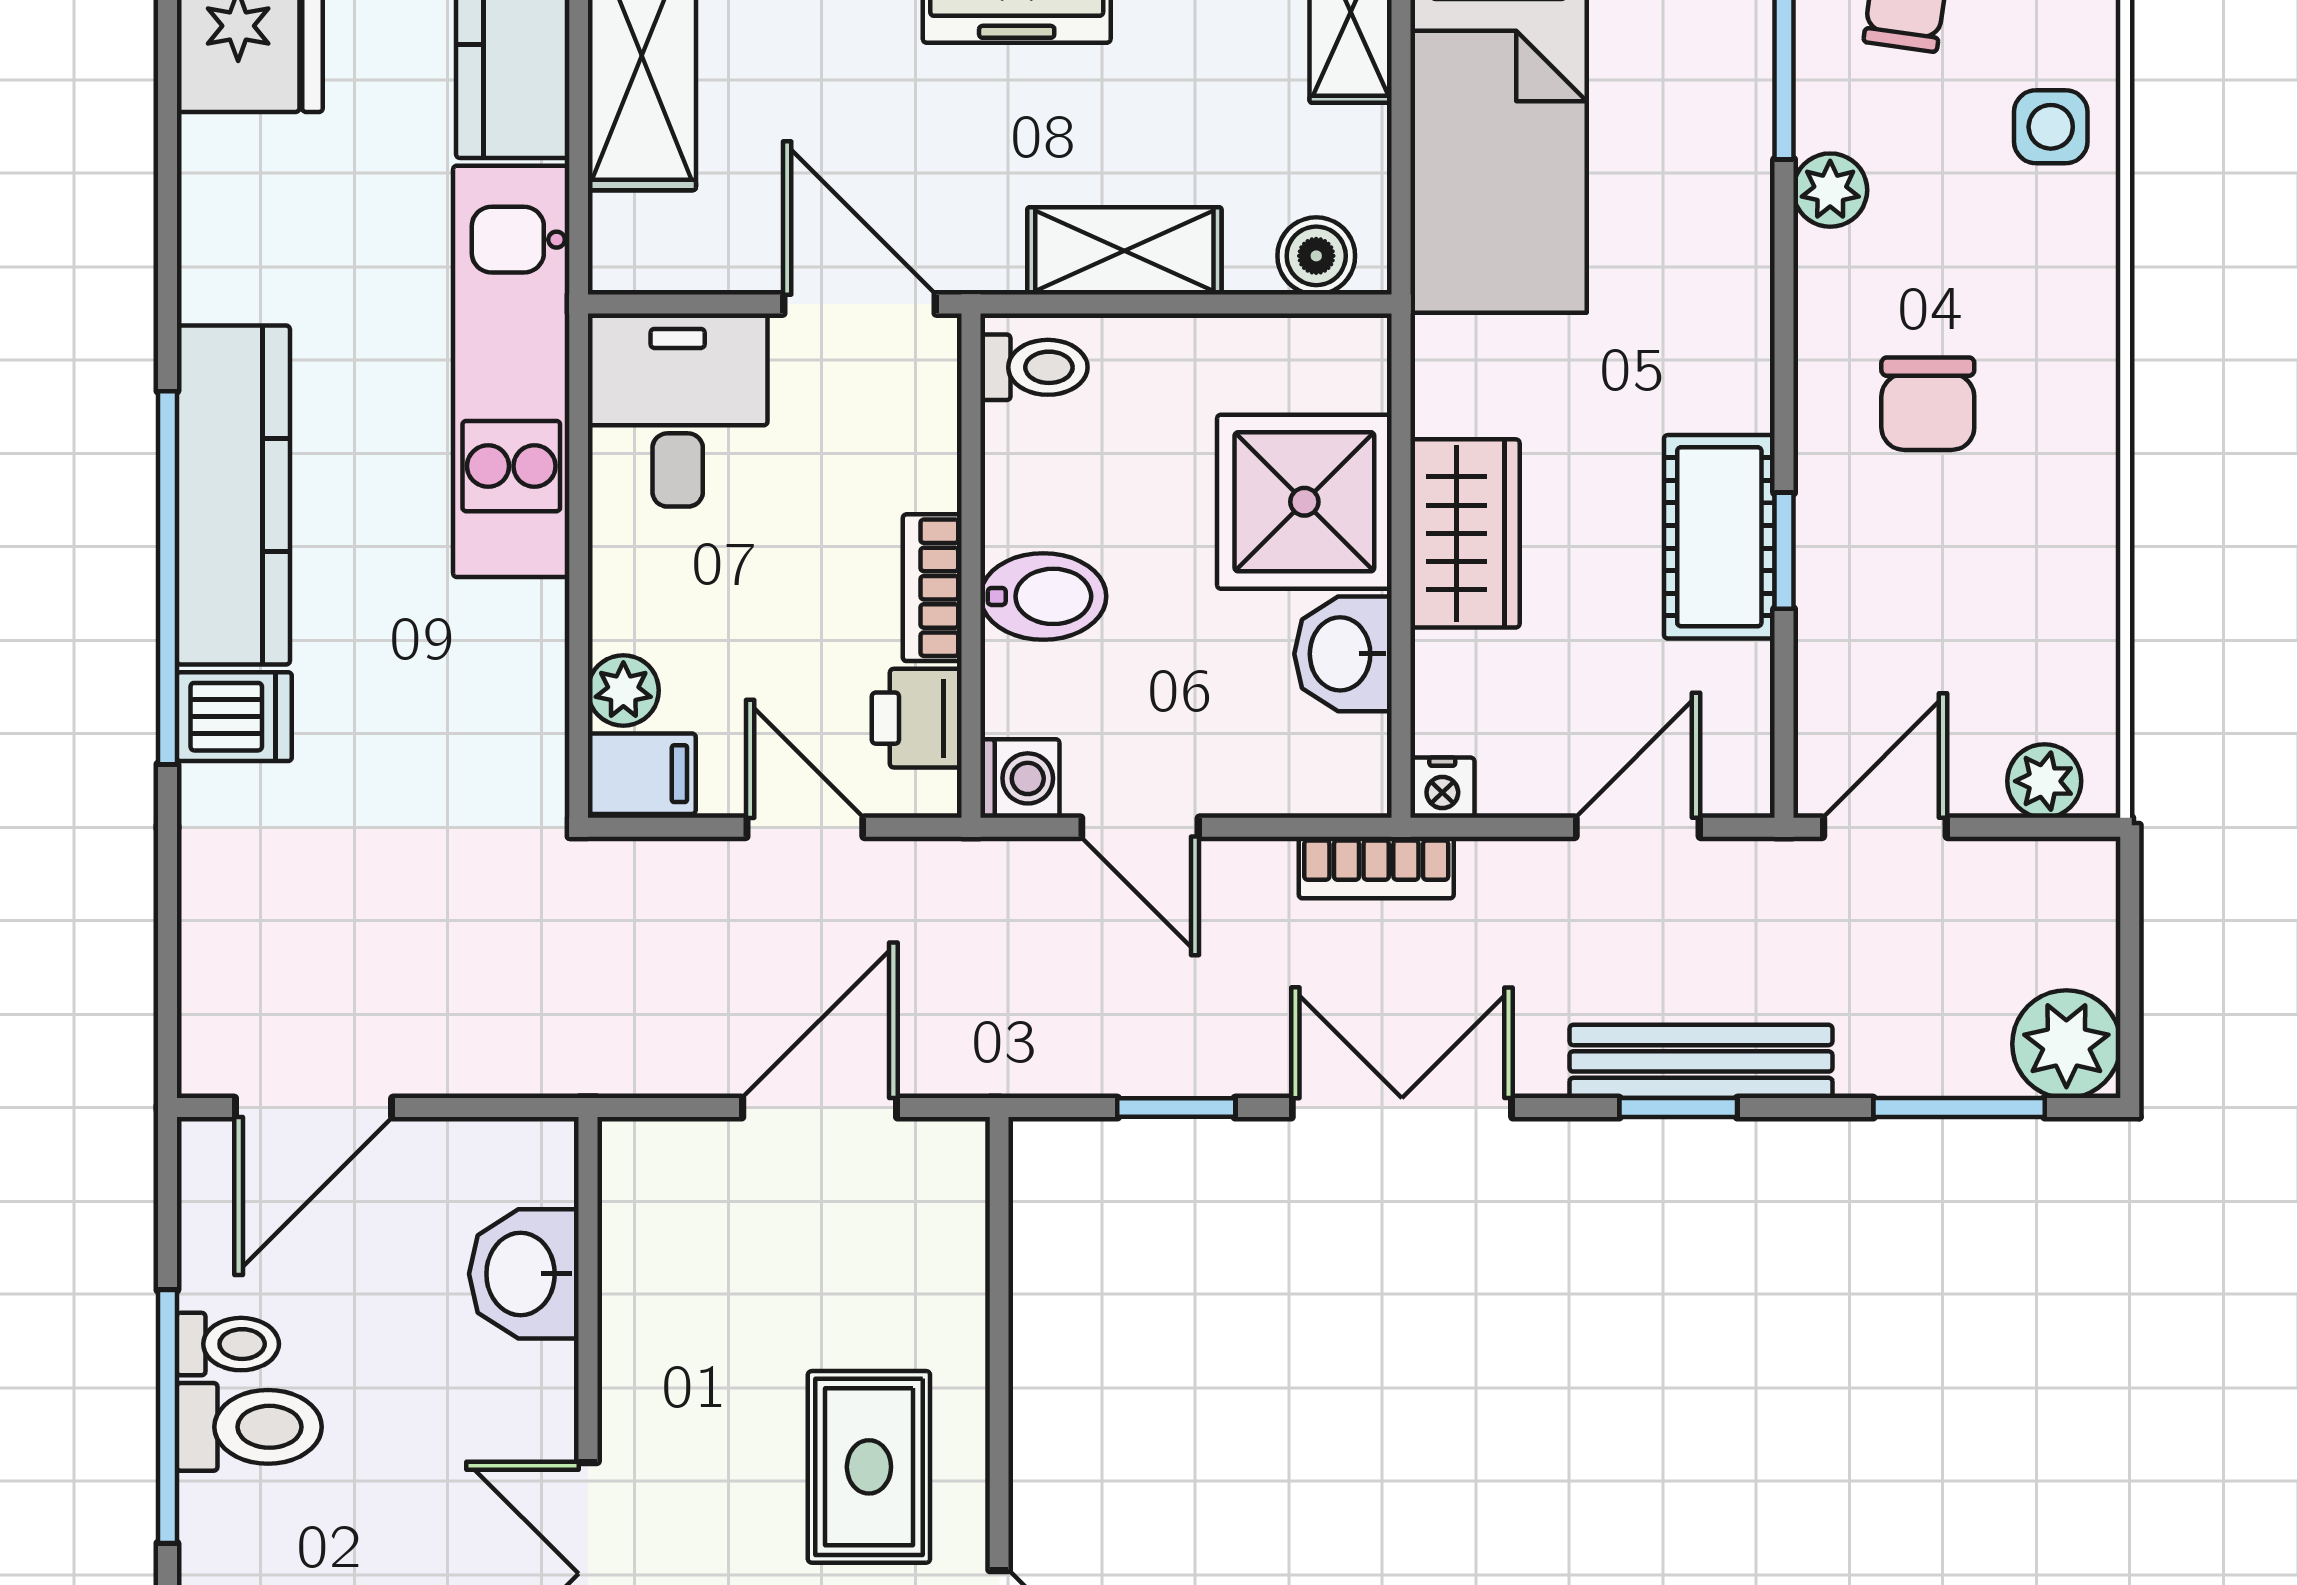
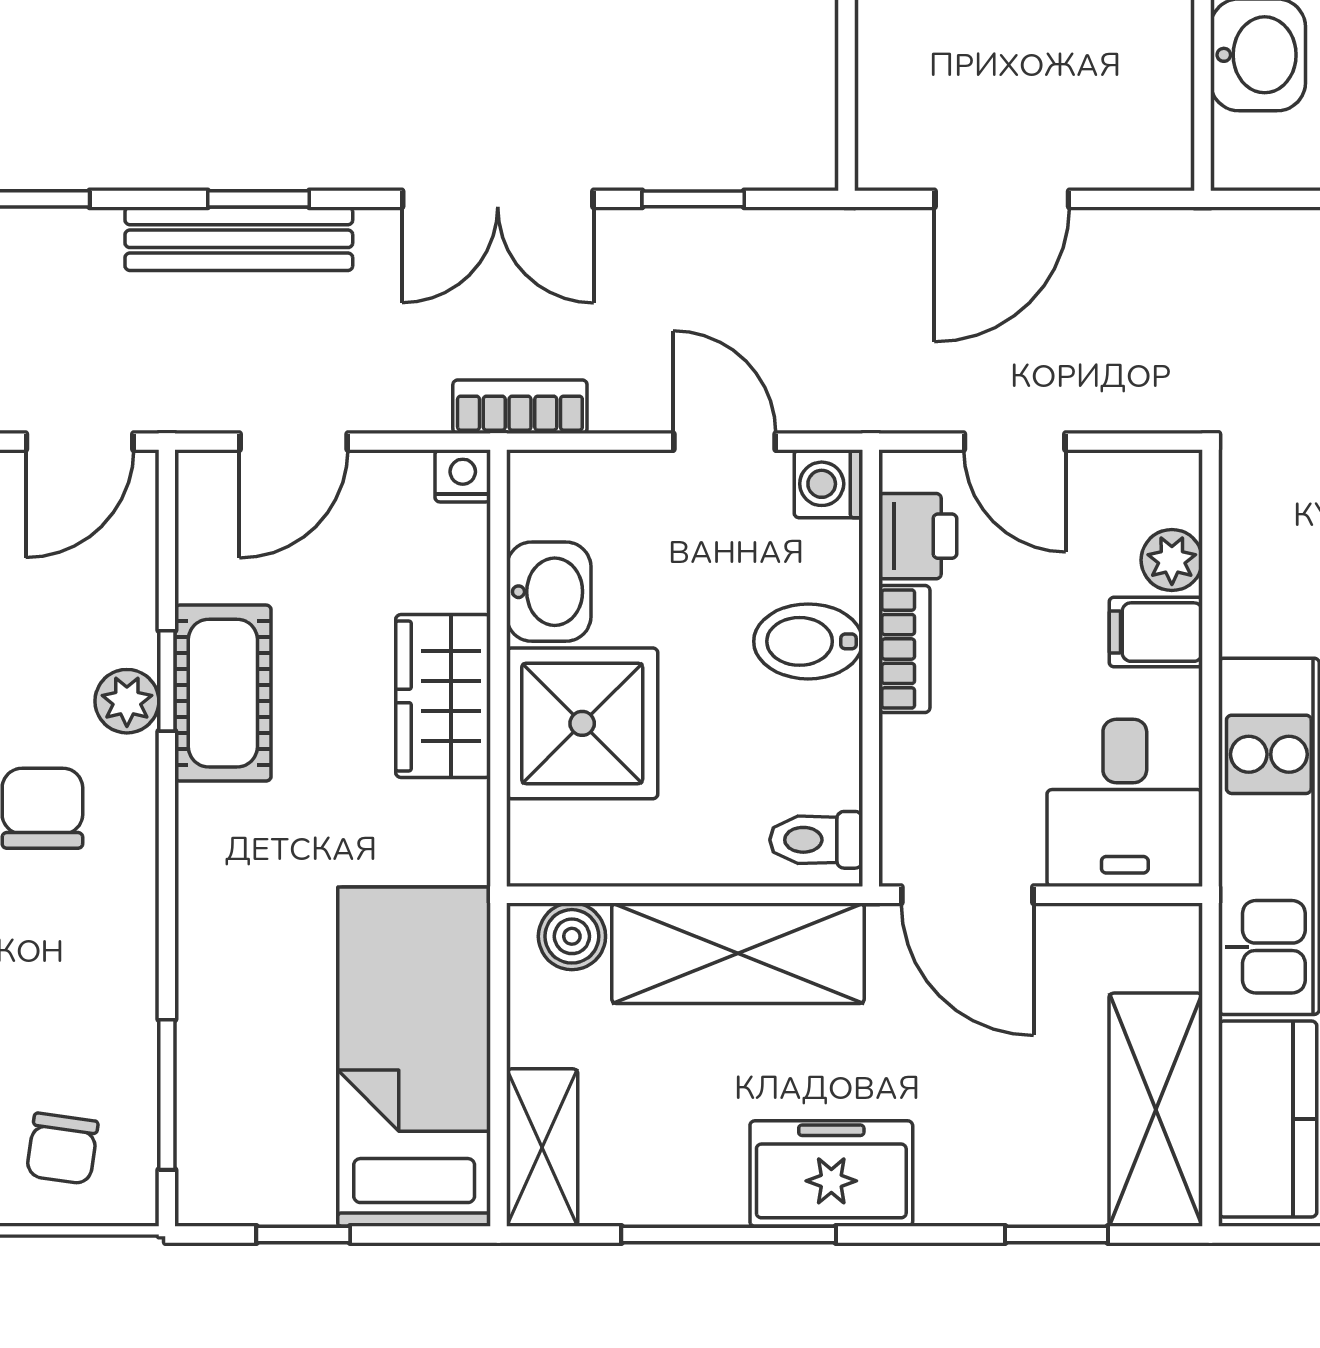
plant: (1830, 190) -> (127, 701), moved
shelving: (1124, 251) -> (738, 953), width x1.50, depth x1.33
filing cabinet: (642, 774) -> (1156, 632), moved

